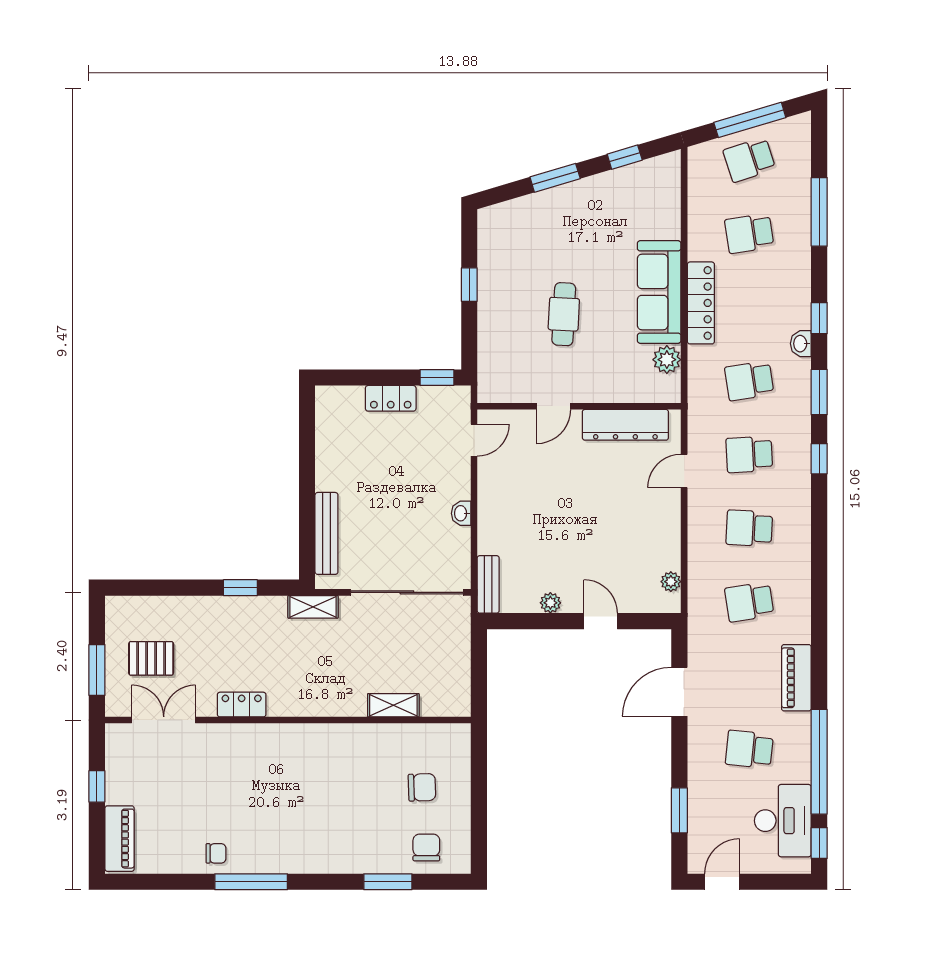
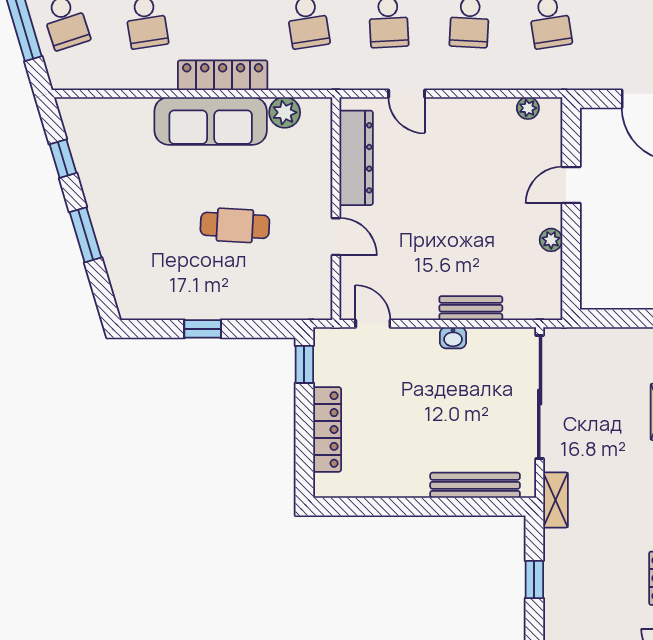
locker: (391, 398) -> (327, 429), width x1.53
bench: (488, 584) -> (471, 308), moved

